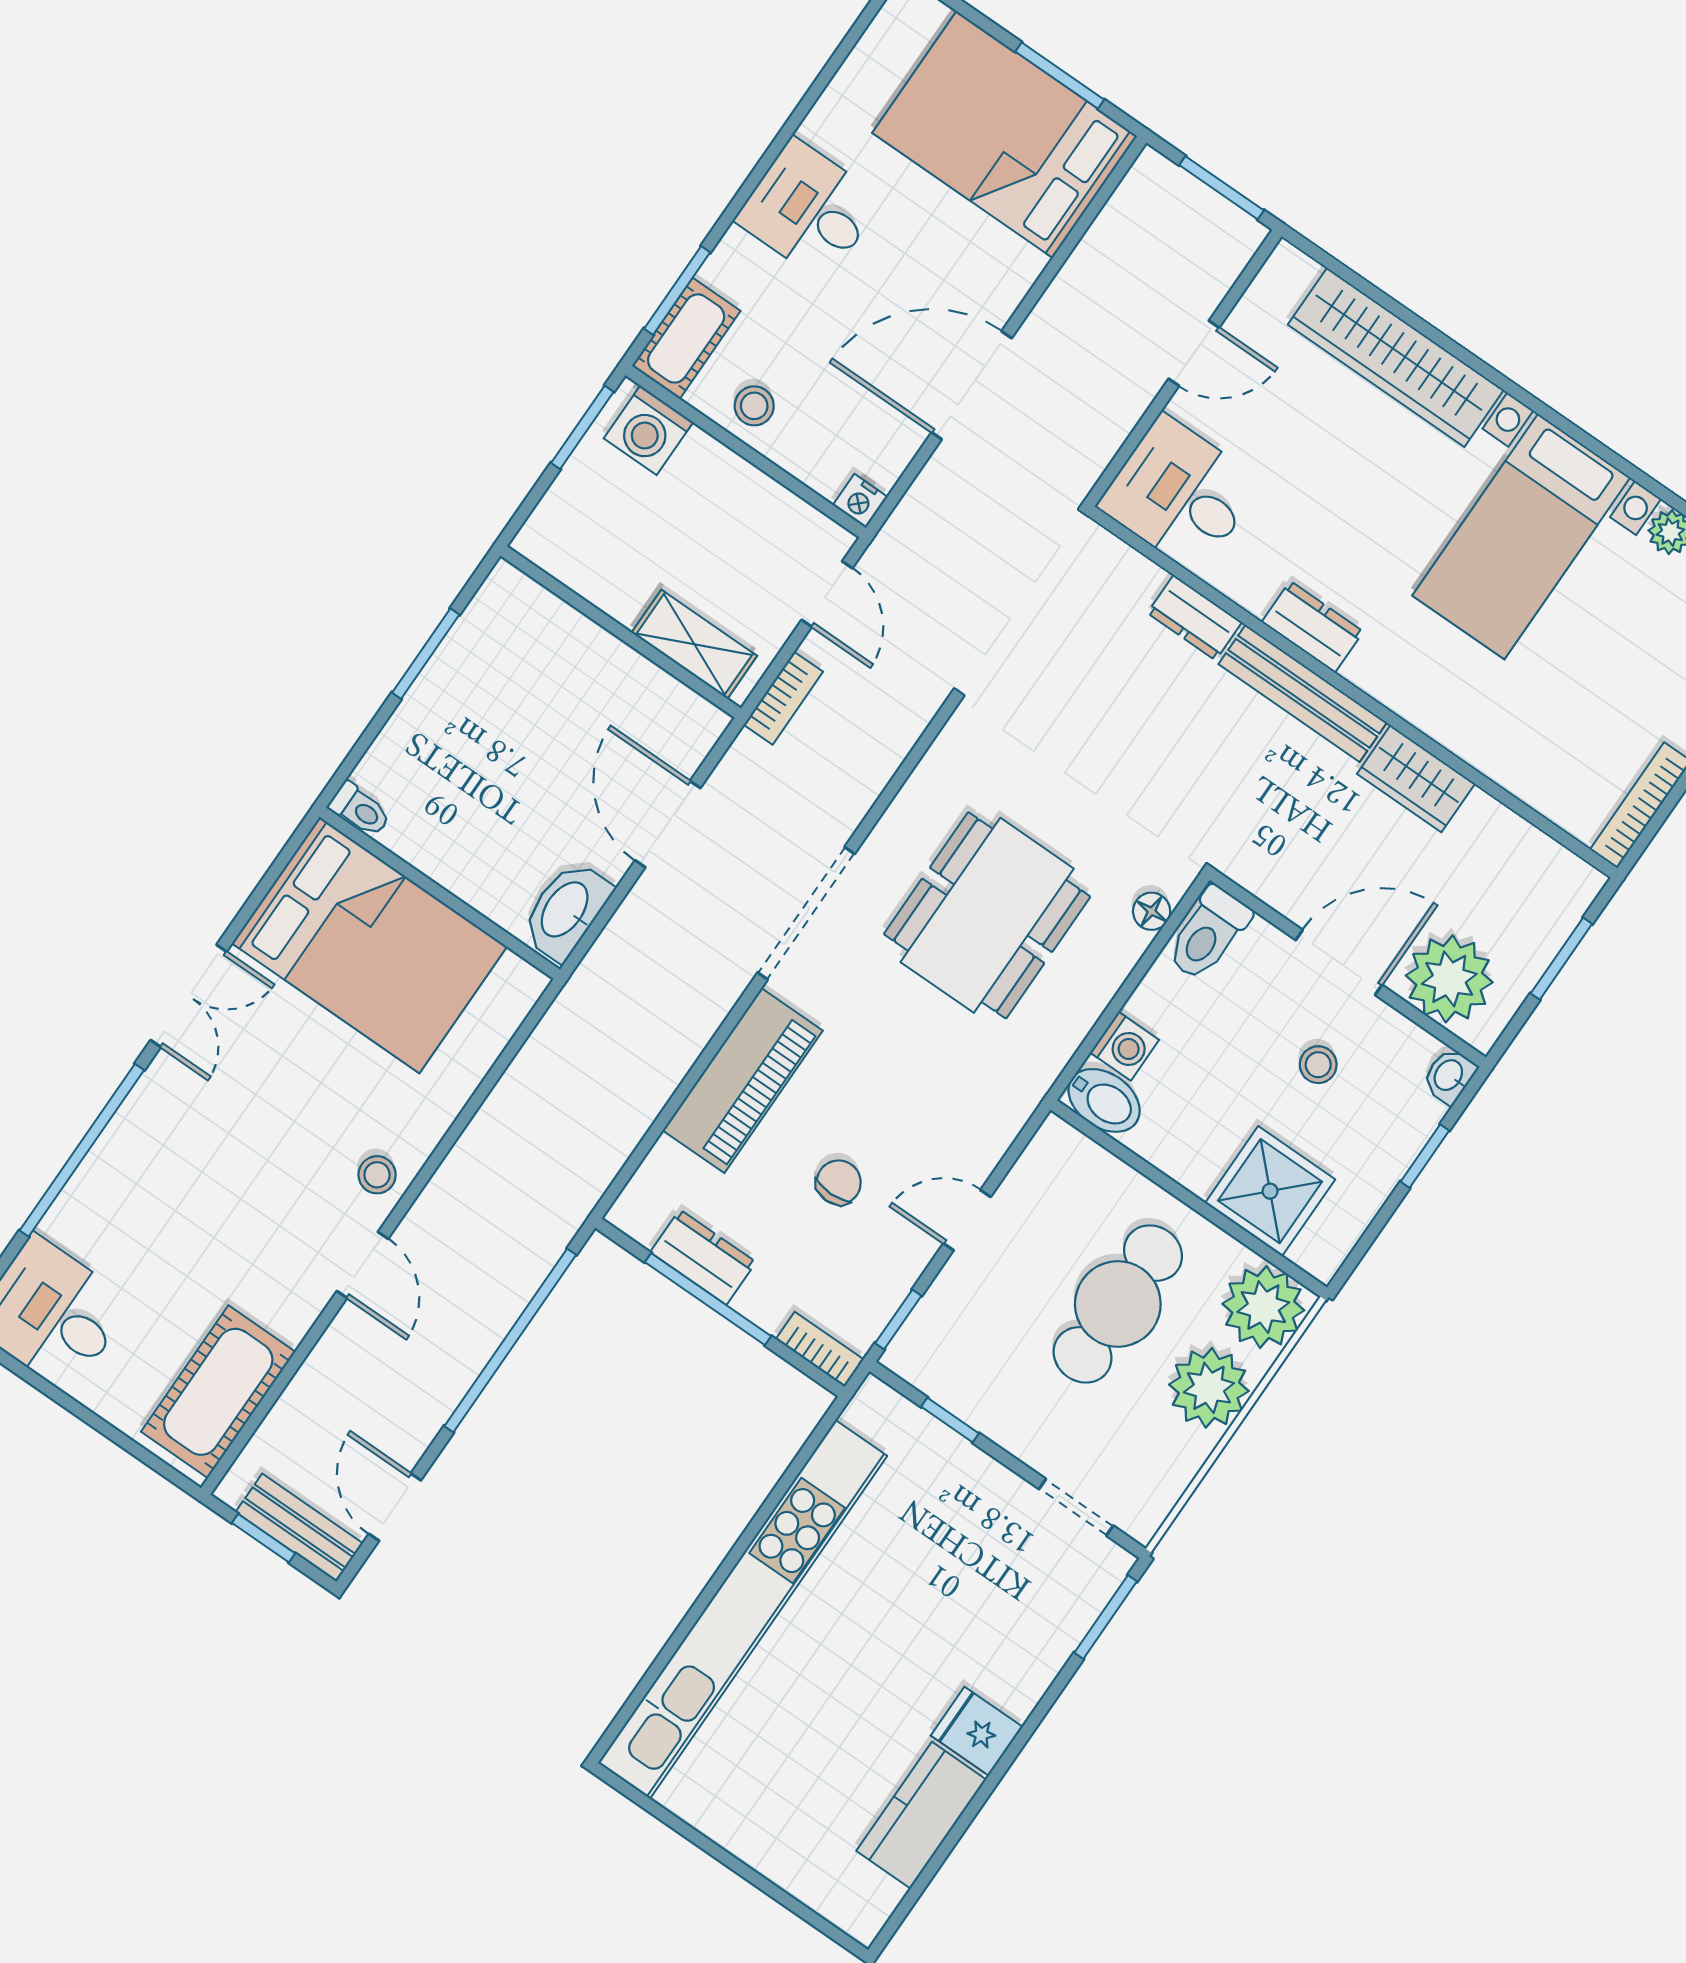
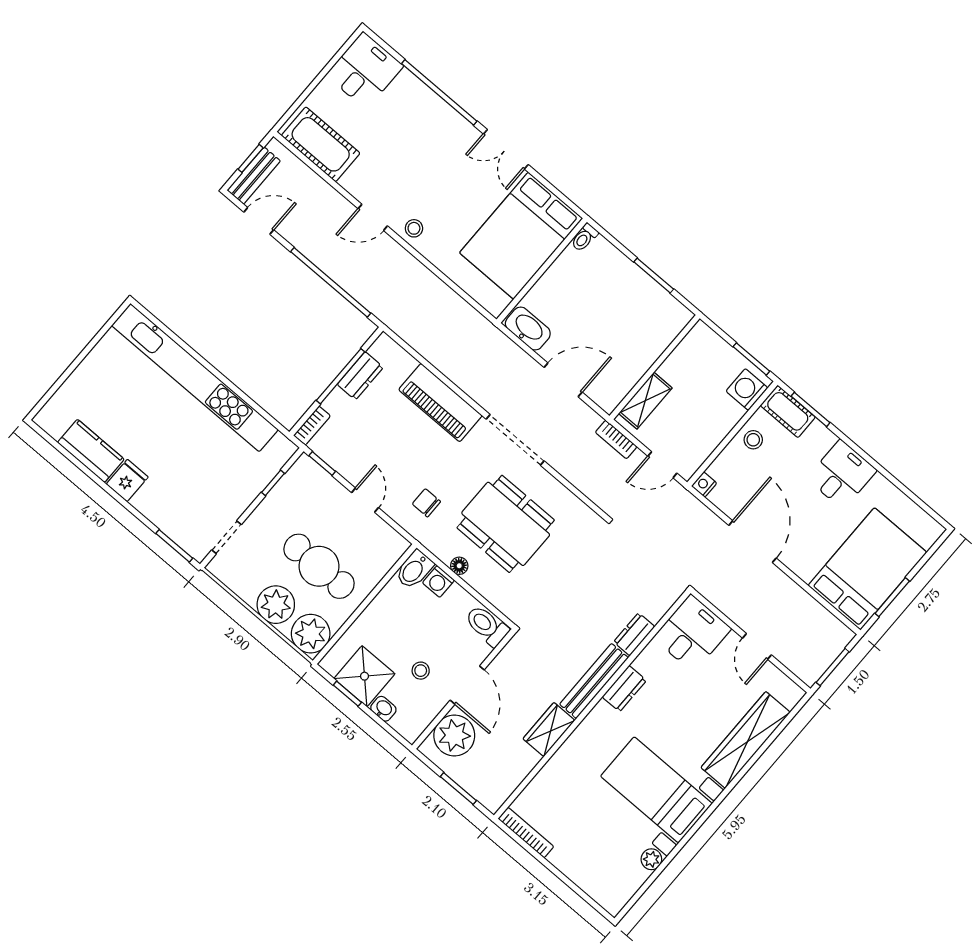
floor lamp: (1152, 911) -> (459, 566), moved
washbasin: (1449, 1076) -> (383, 709), moved
window: (1425, 1156) -> (347, 694), moved
chair: (839, 1182) -> (426, 503), moved, turned 180
shower: (1270, 1191) -> (364, 676), moved

